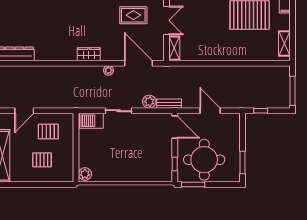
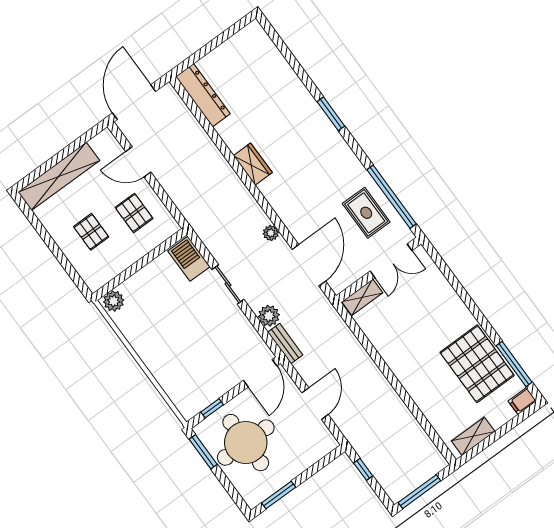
wardrobe: (89, 54) -> (253, 164), moved

